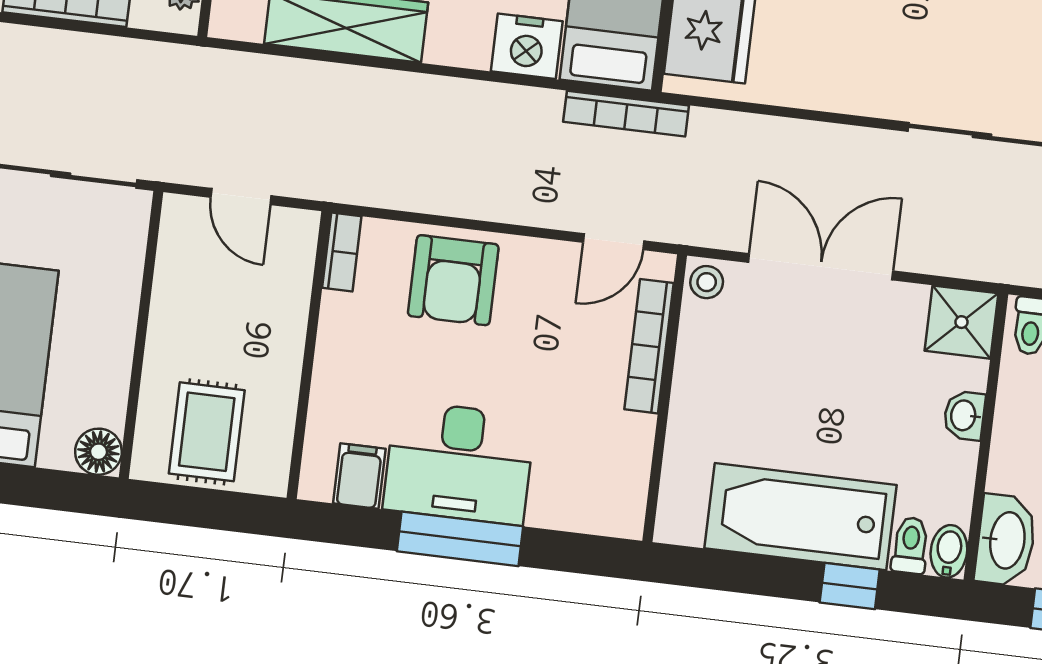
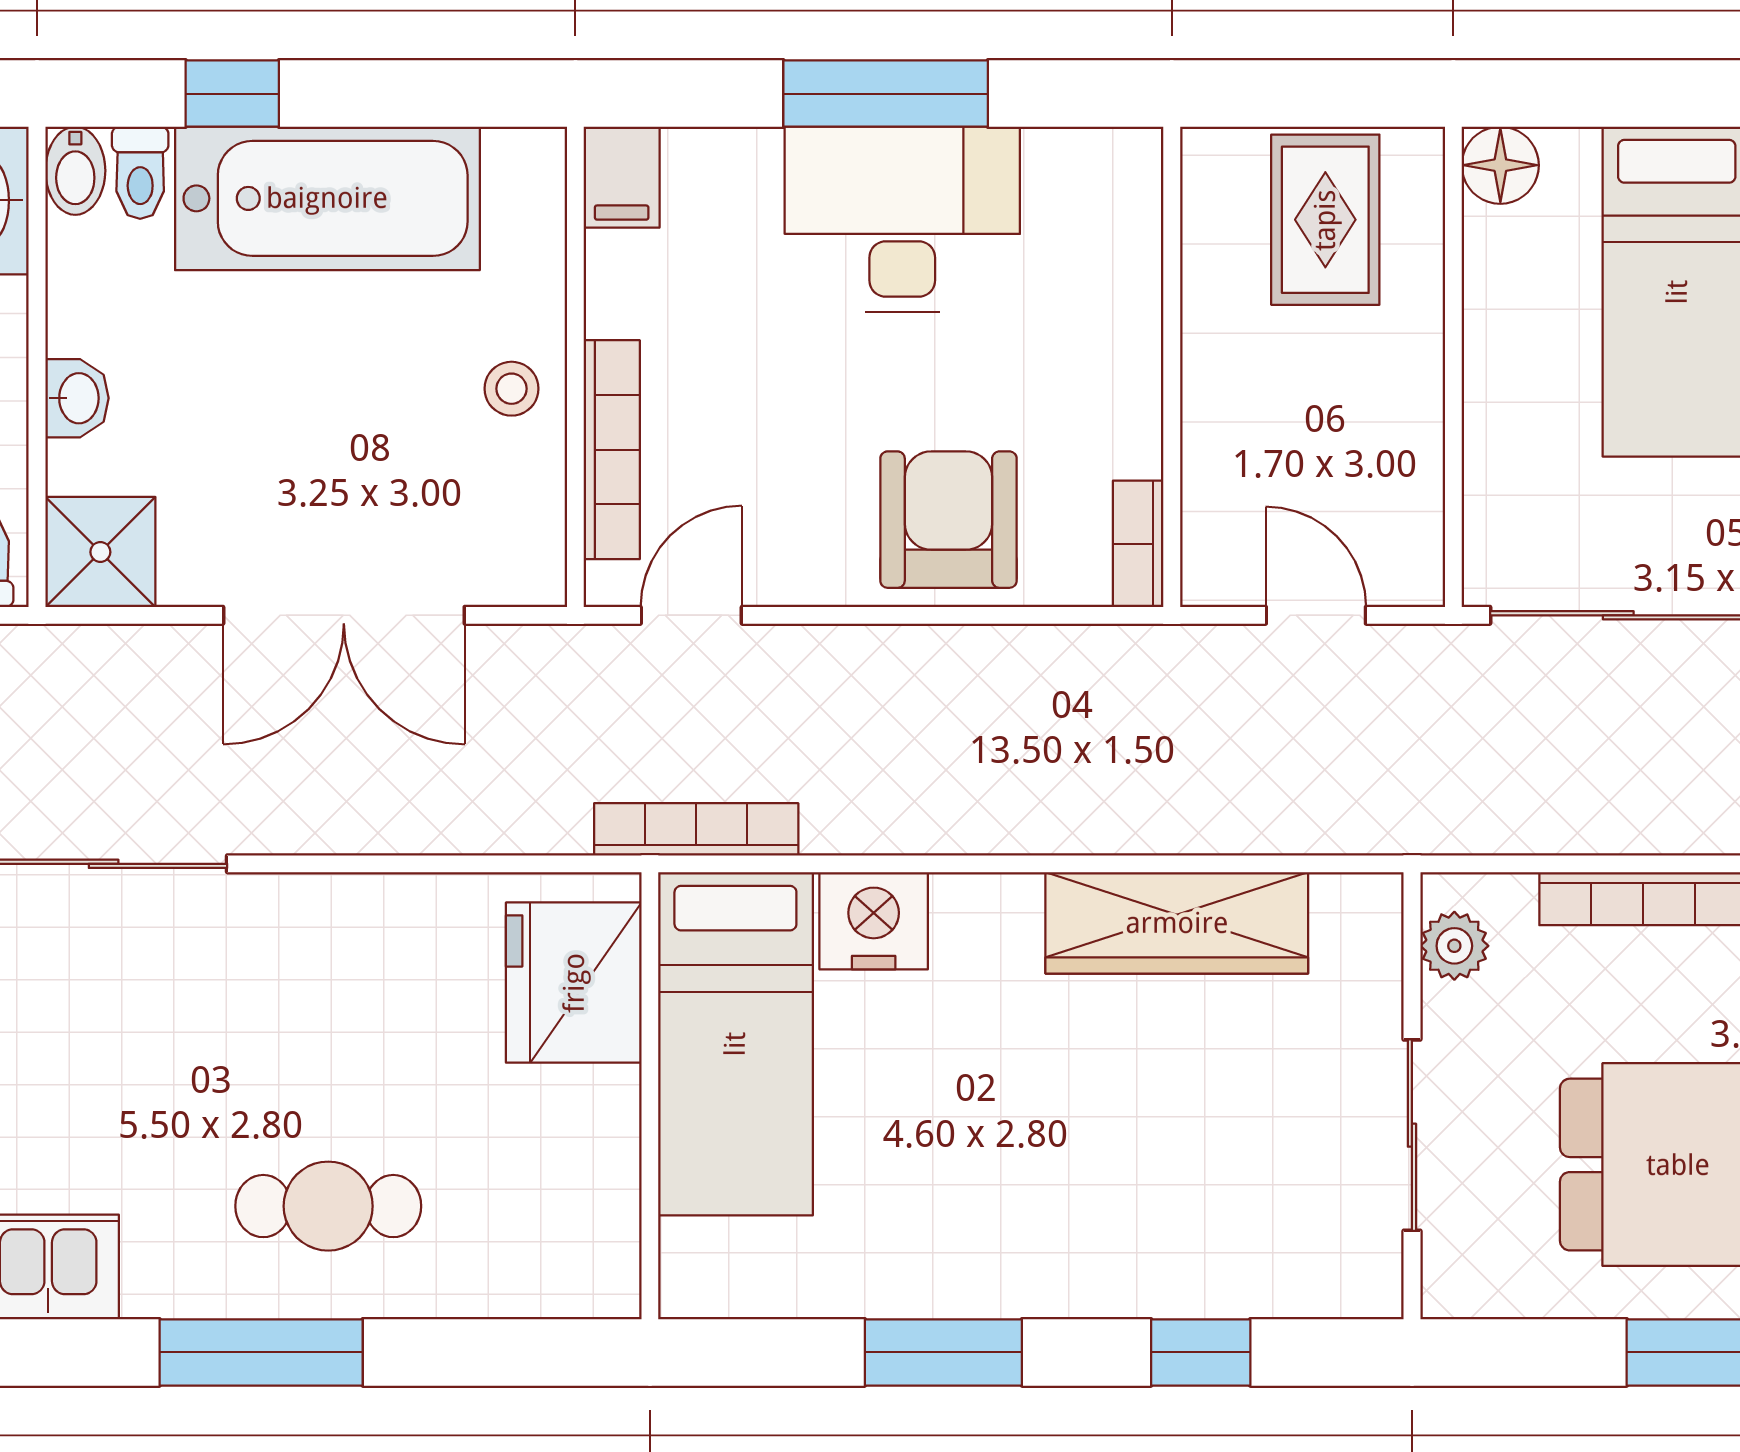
stool: (707, 282) -> (512, 389), moved
filing cabinet: (359, 476) -> (622, 177), moved

